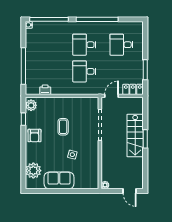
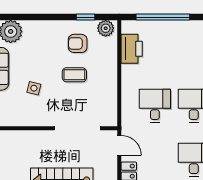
printer: (45, 90) -> (132, 49), width x1.87, depth x1.48
armchair: (34, 136) -> (78, 43), moved

